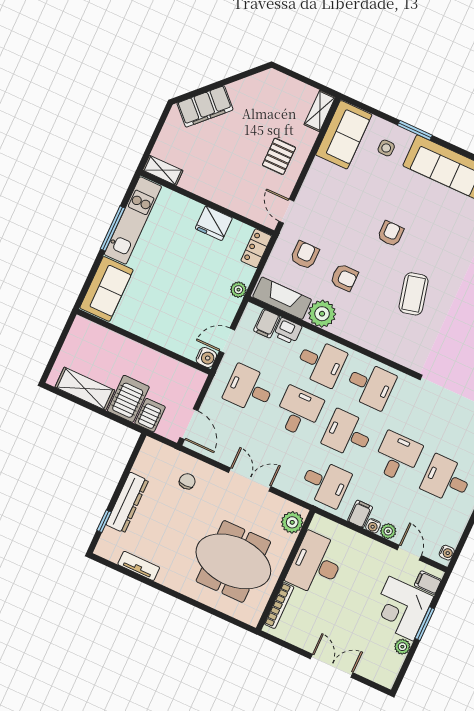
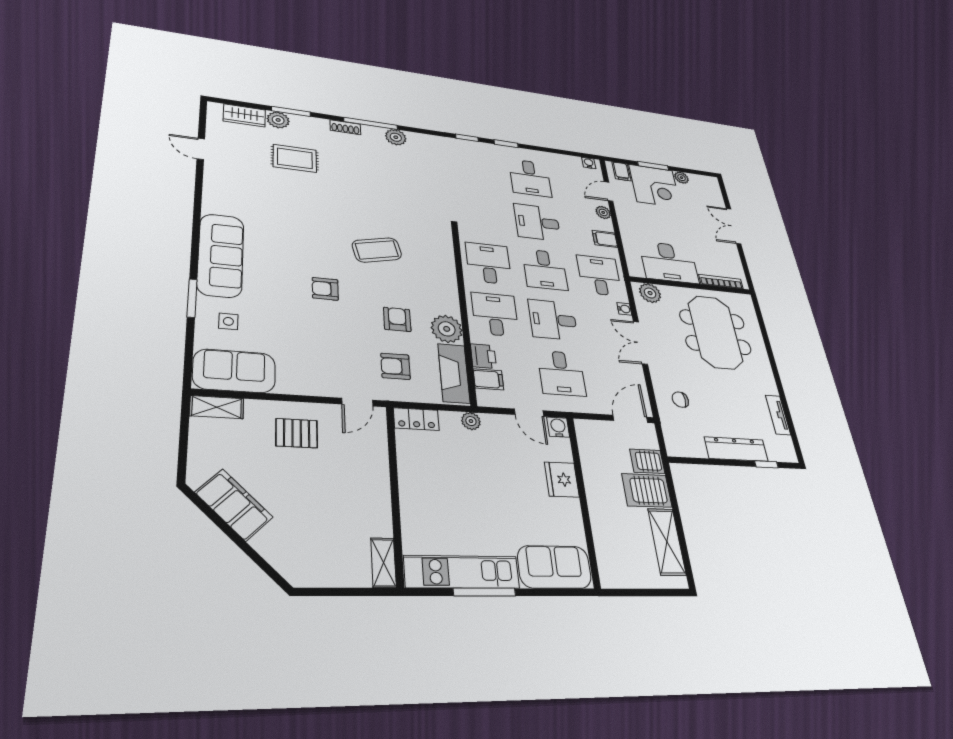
filing cabinet: (205, 106) -> (234, 505), moved
fridge: (214, 223) -> (562, 480), moved, turned 180
water cooler: (373, 526) -> (624, 309), moved

